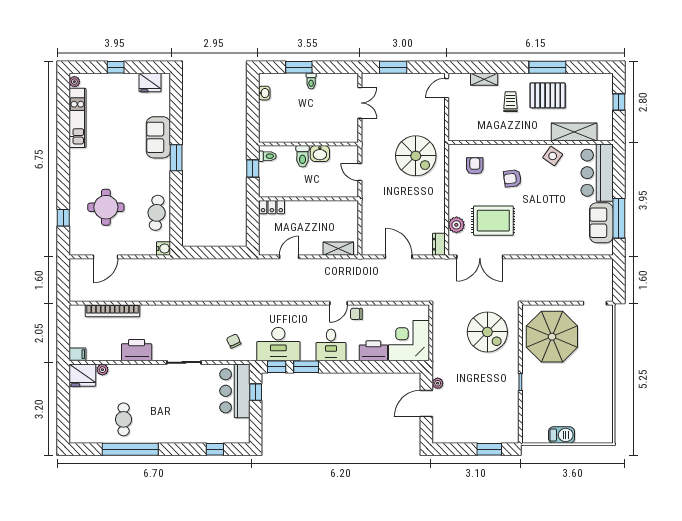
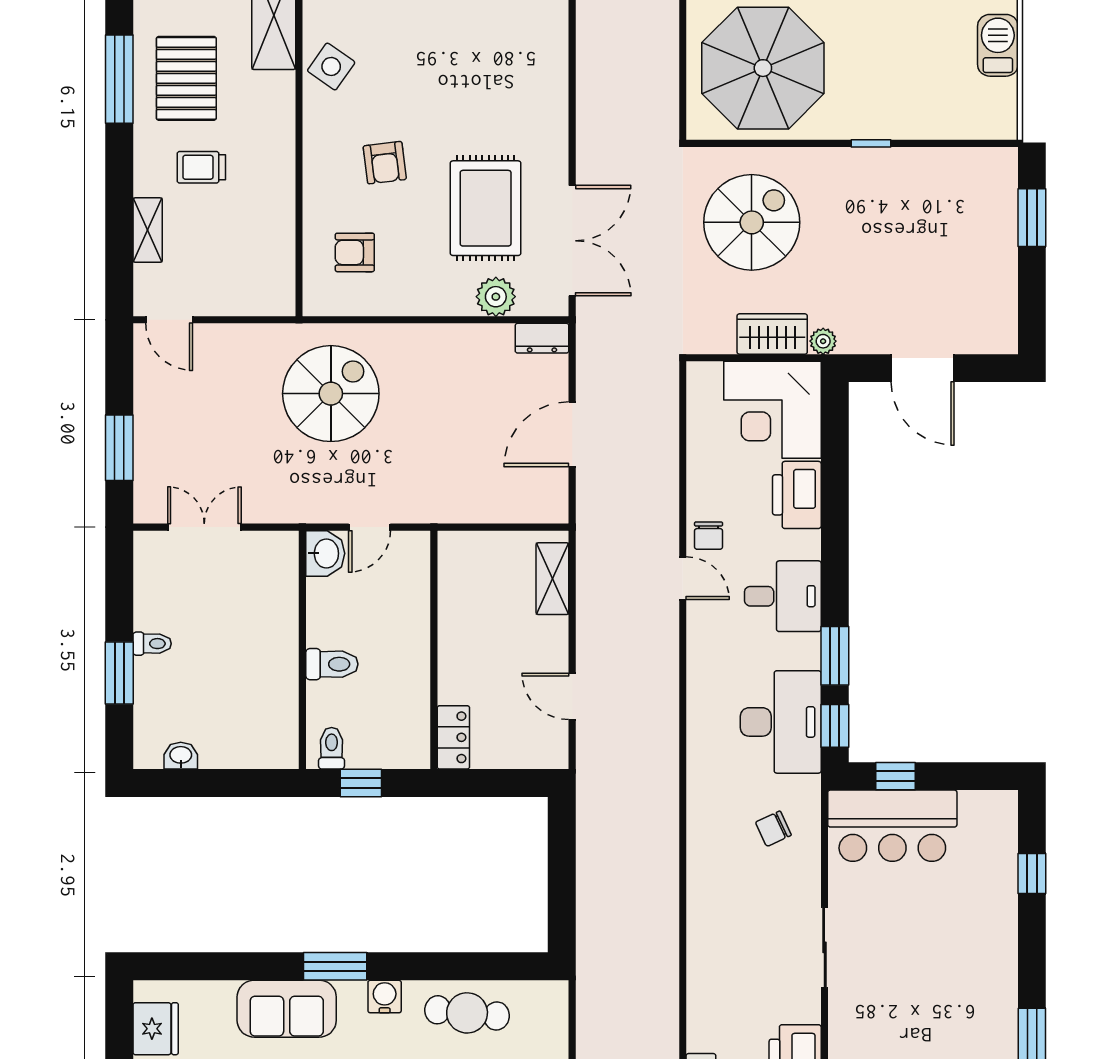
washbasin: (320, 154) -> (325, 553), moved
water cooler: (163, 248) -> (385, 997), moved
wardrobe: (441, 341) -> (772, 334), added
plant: (438, 383) -> (823, 341), moved

